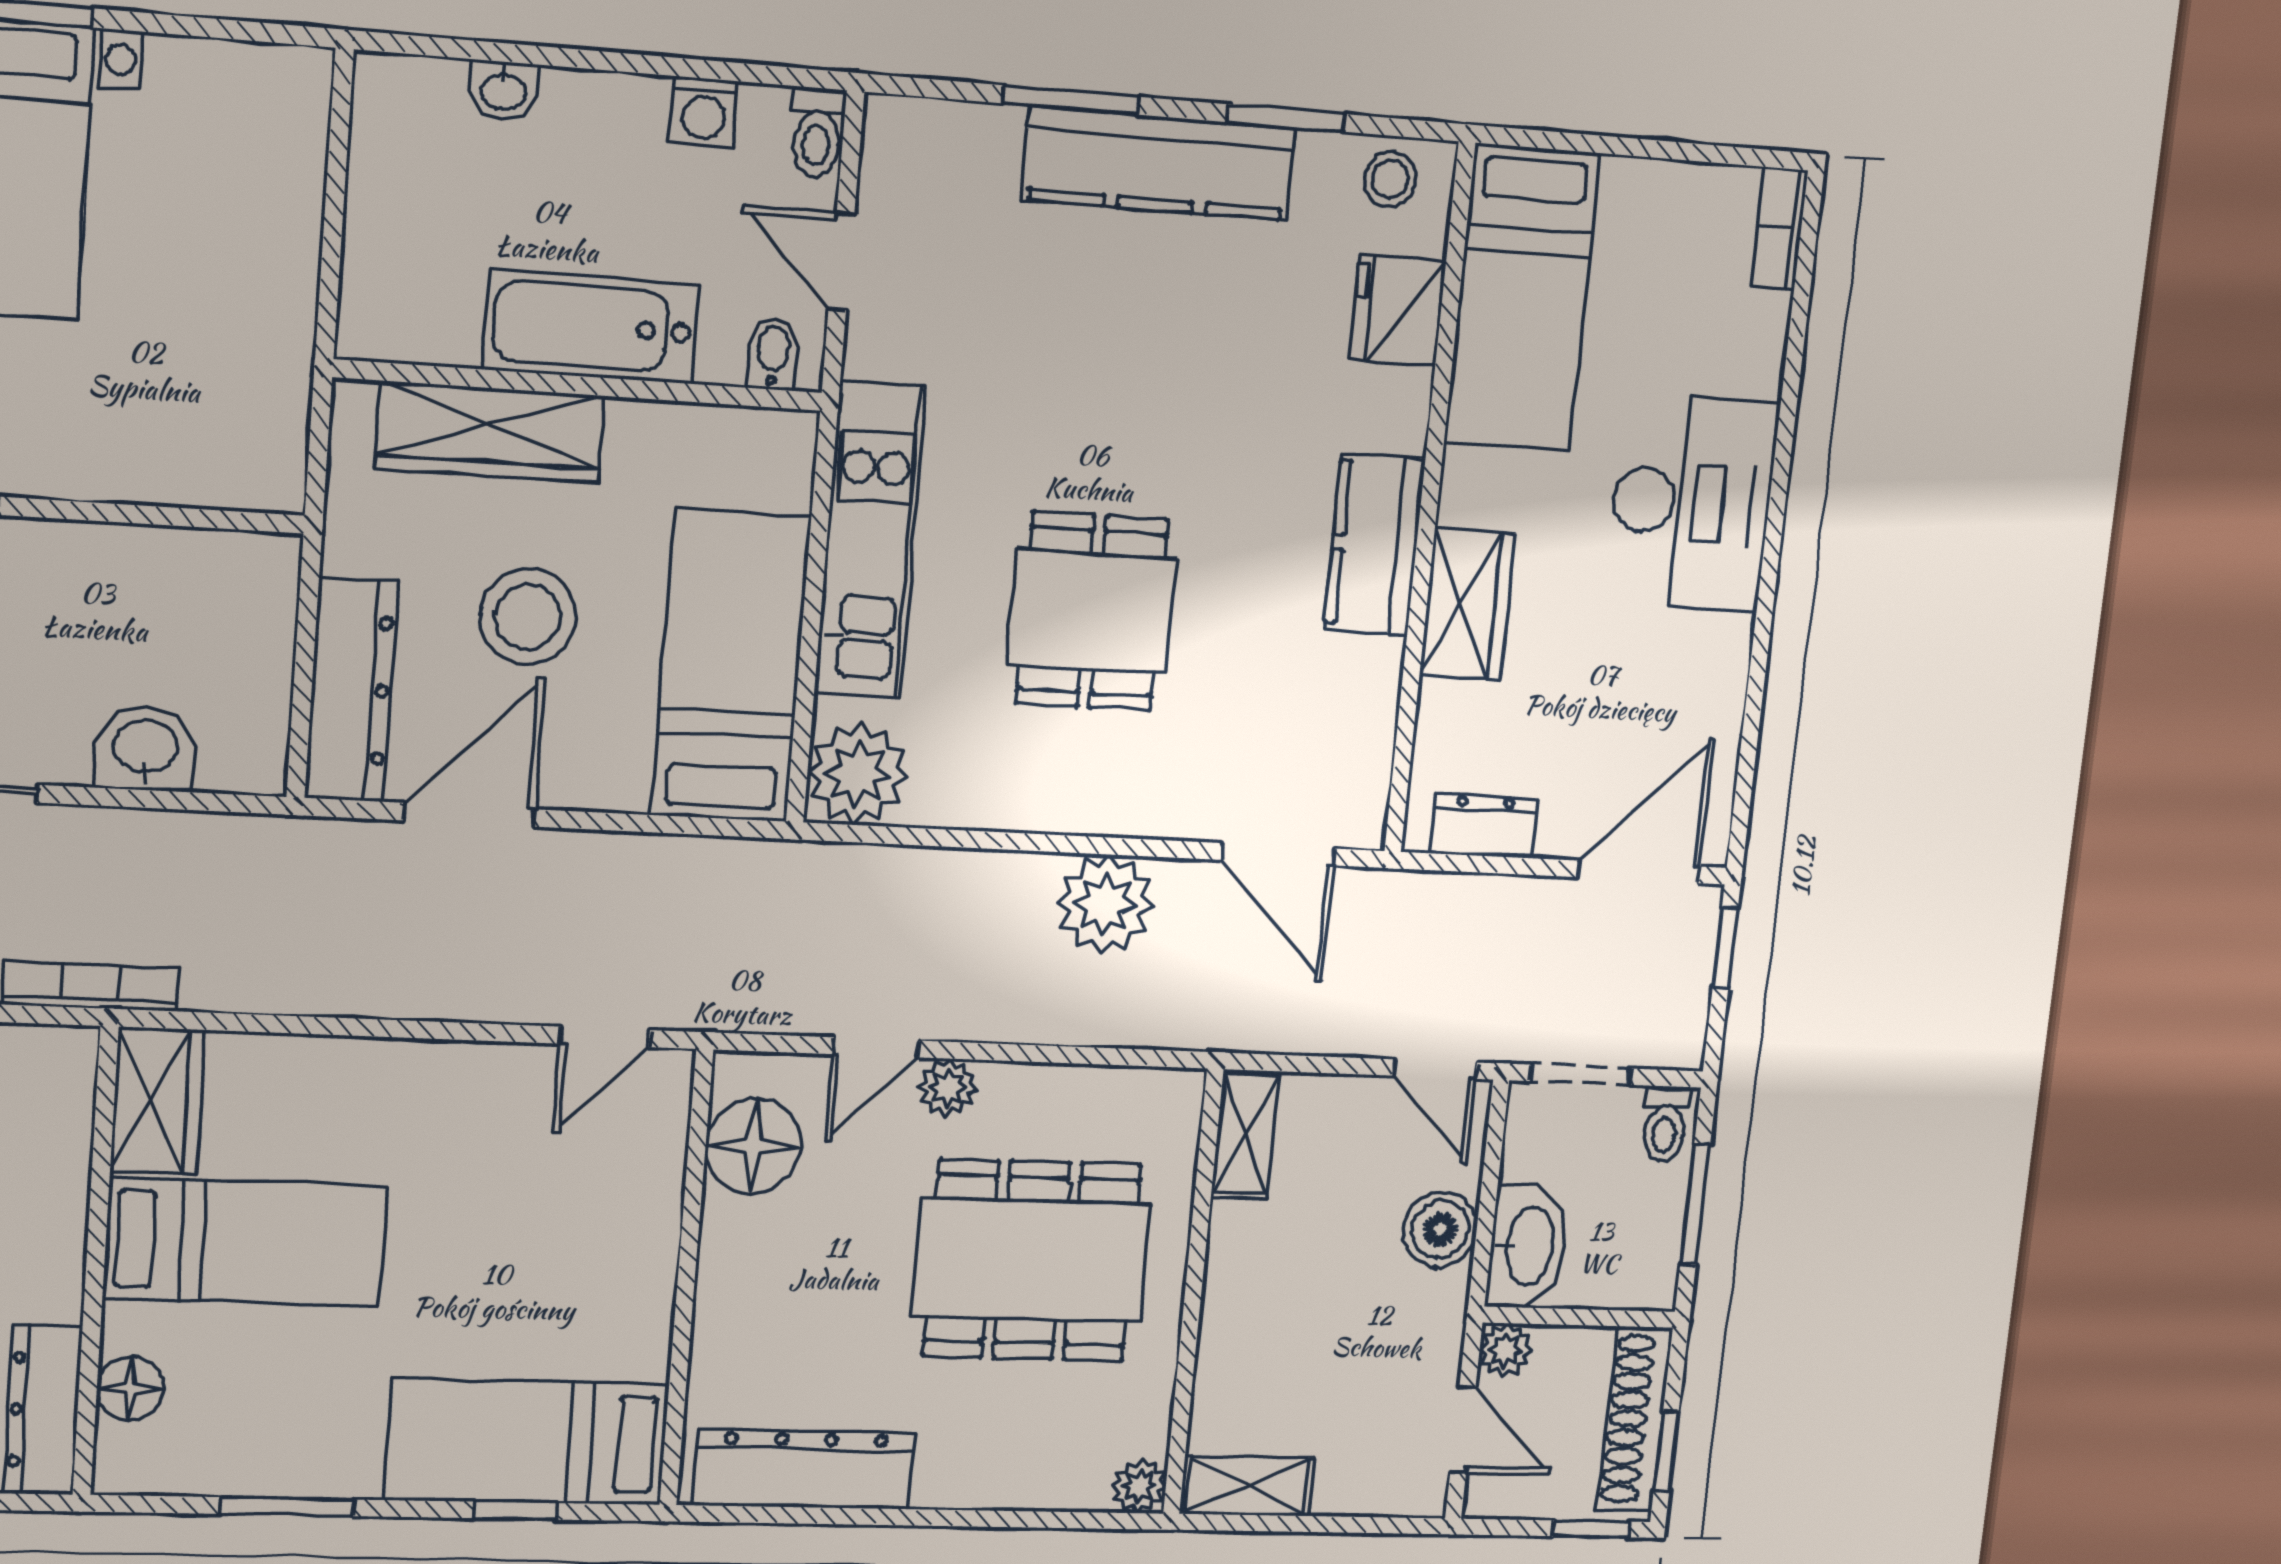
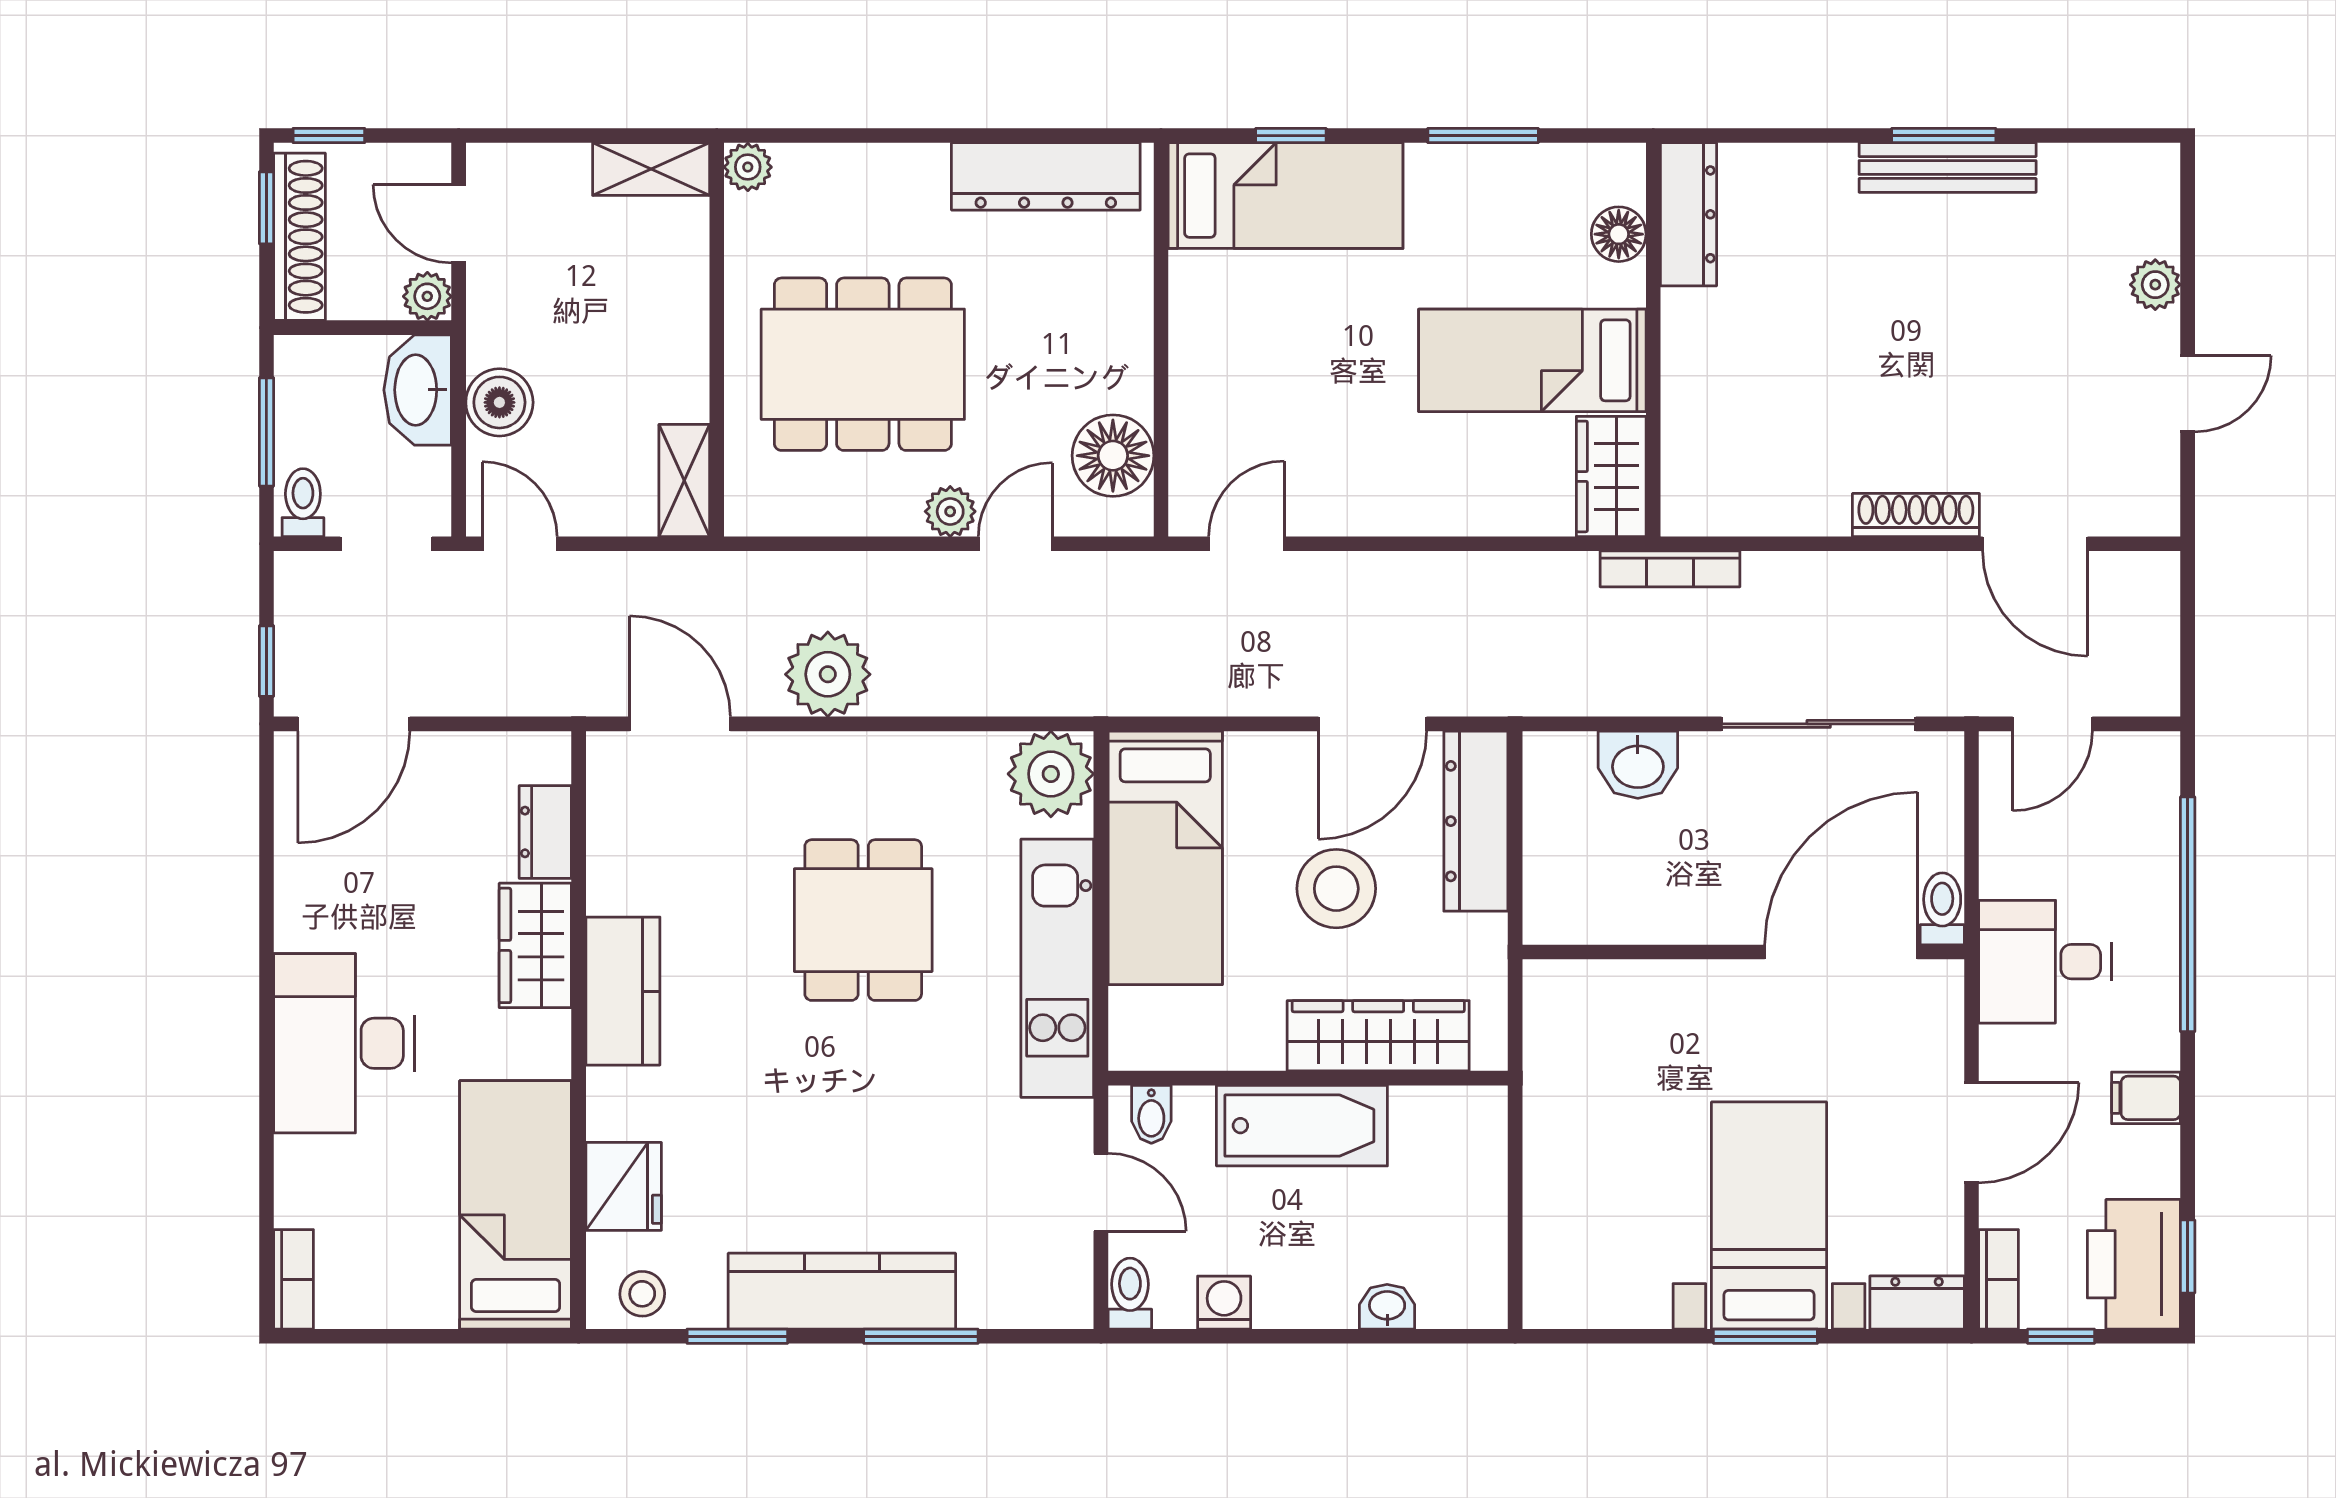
dresser: (1483, 826) -> (545, 832), moved, turned 90

